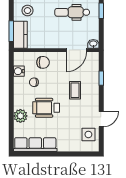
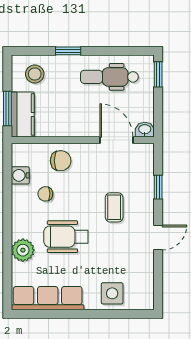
door: (76, 50) -> (116, 140), swing flipped
door: (101, 119) -> (158, 238), moved
side table: (88, 134) -> (112, 293), moved

